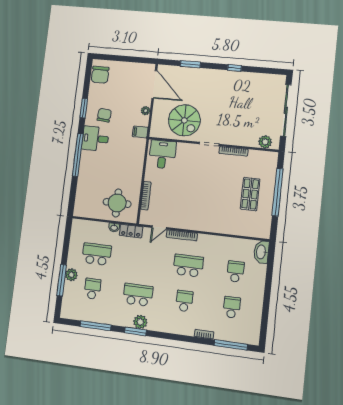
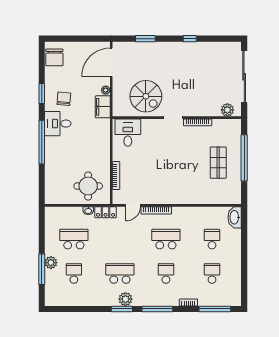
door: (154, 84) -> (111, 62), swing flipped
filing cabinet: (140, 132) -> (103, 107), width x2.00
window: (96, 326) -> (157, 309), moved

